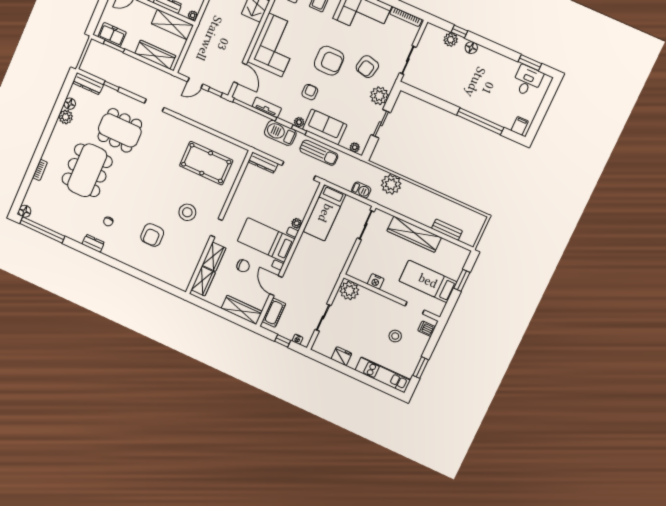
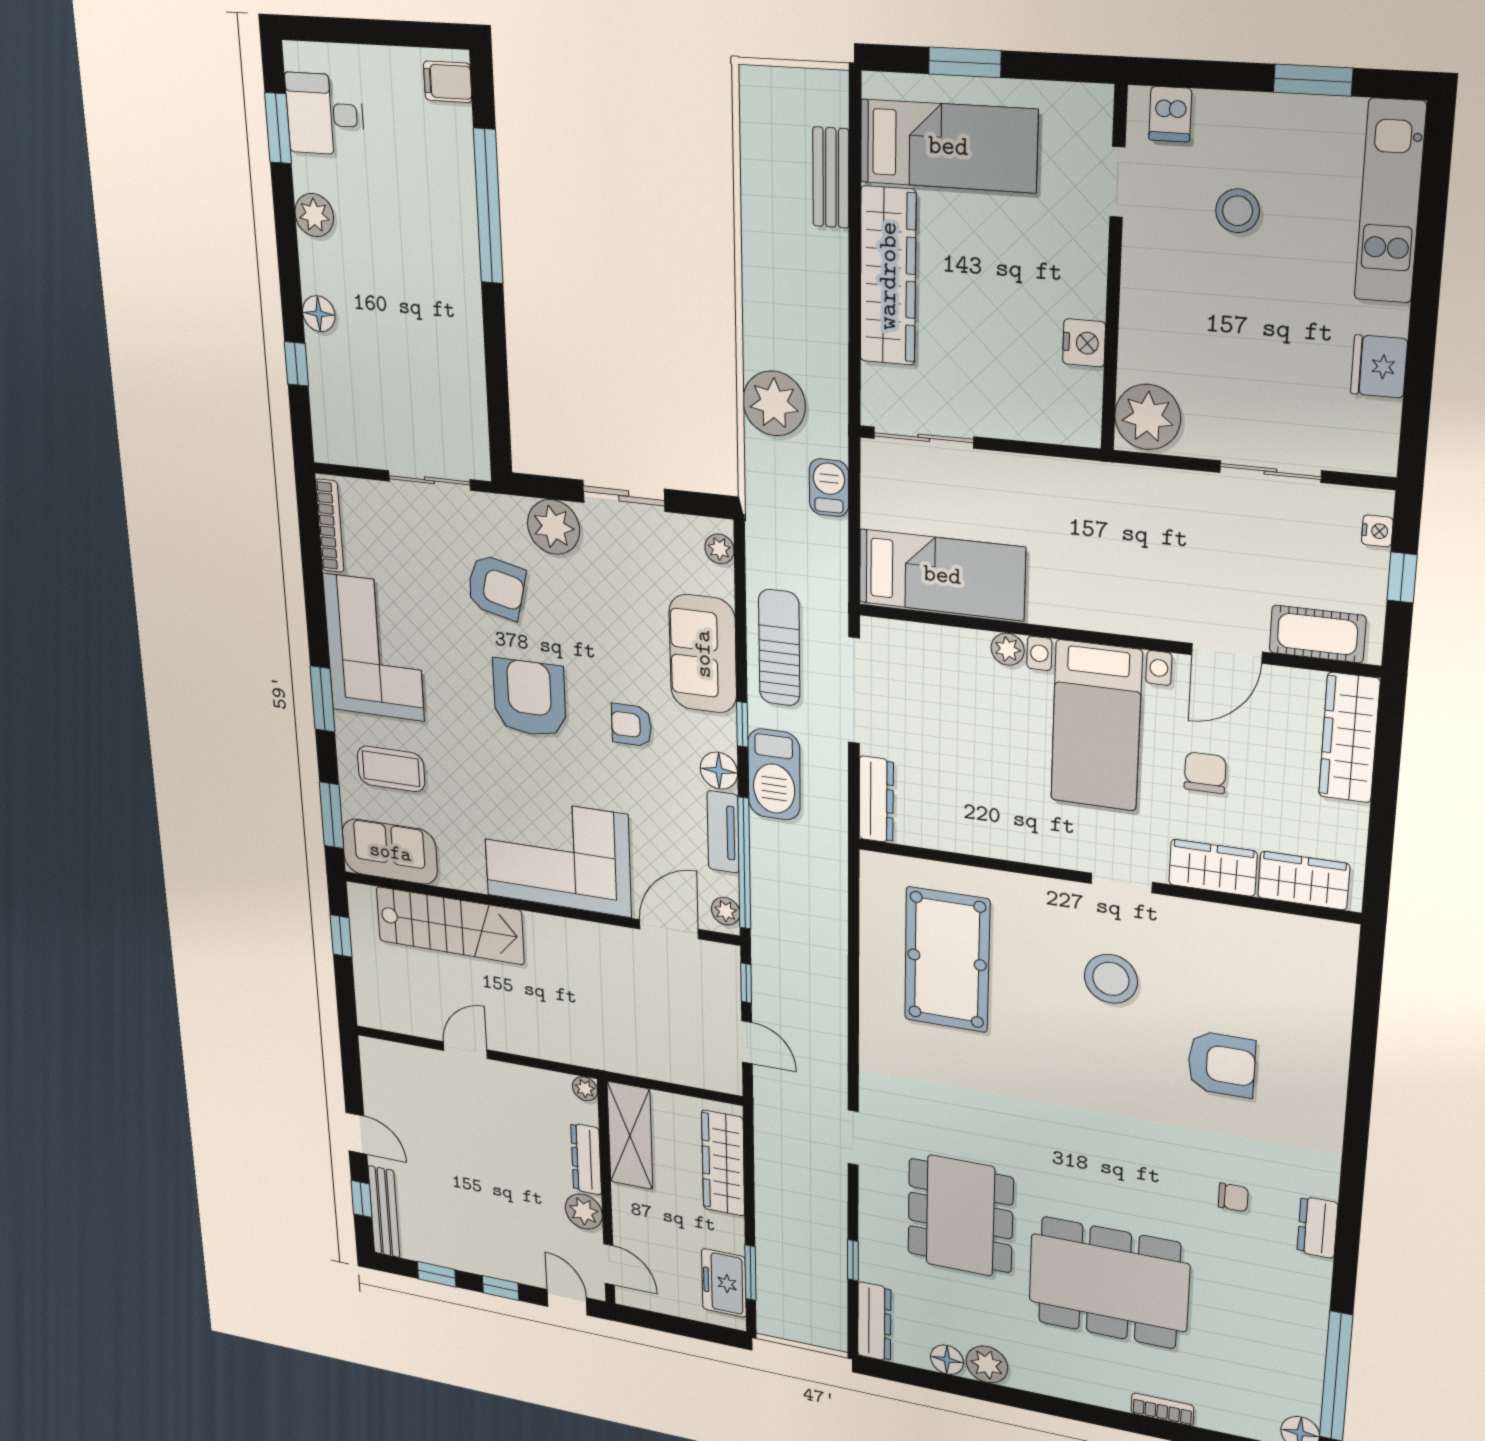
plant: (451, 40) -> (314, 215), moved
floor lamp: (287, 115) -> (719, 771), added
plant: (299, 122) -> (726, 911), moved
bed: (428, 281) -> (948, 146), moved, turned -90

